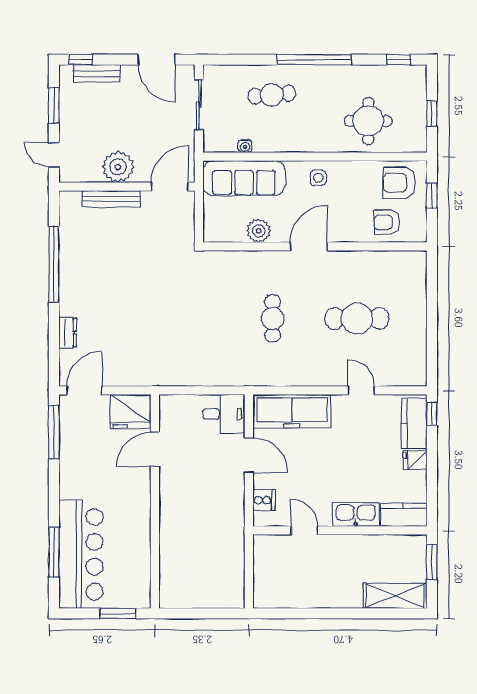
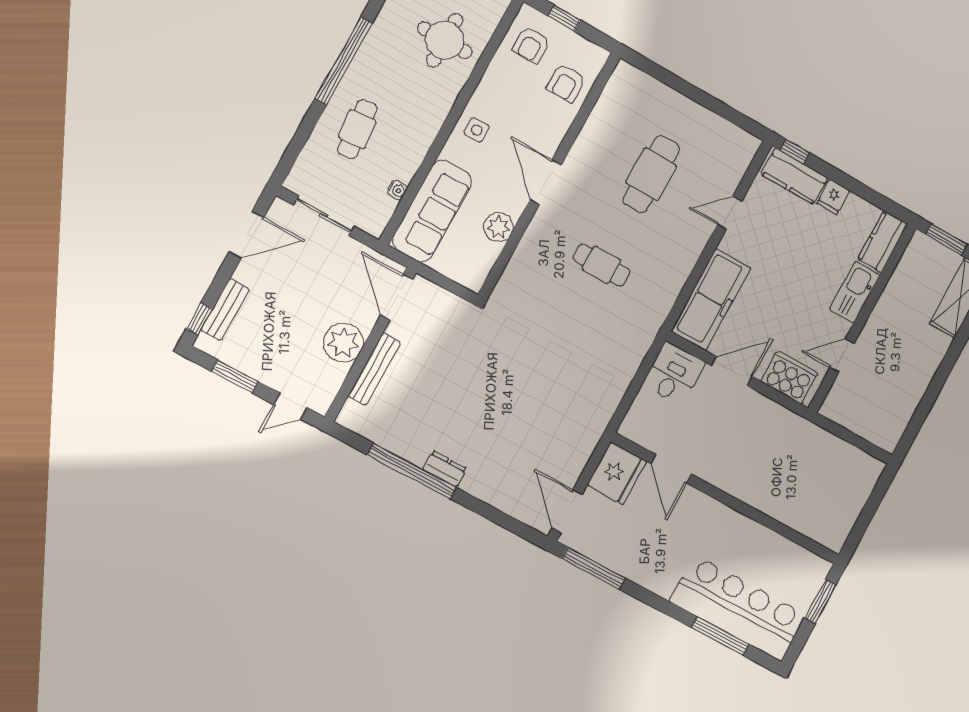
armchair: (399, 183) -> (531, 45), width x0.72, depth x0.72
dresser: (68, 333) -> (445, 469), moved
cooker: (264, 500) -> (789, 378), width x1.87, depth x1.31

